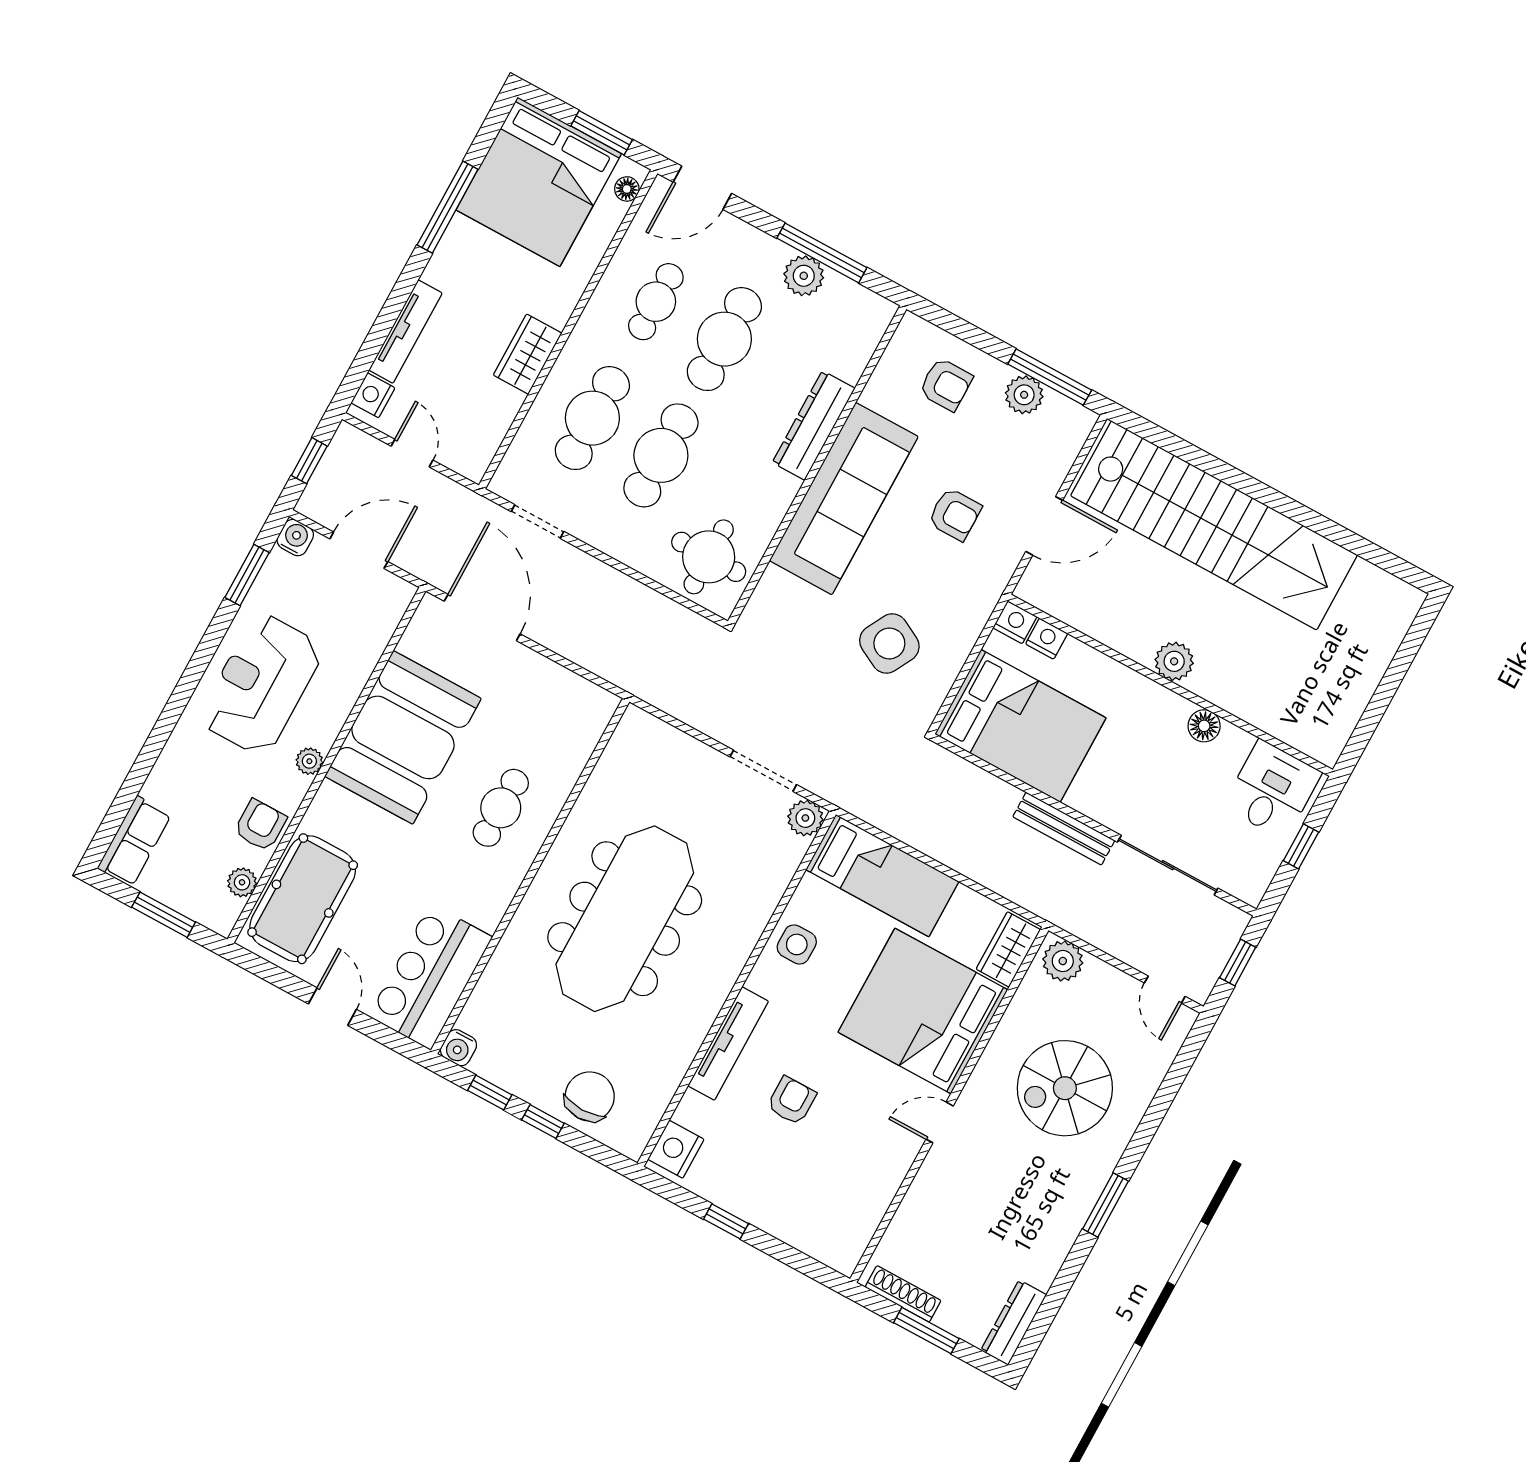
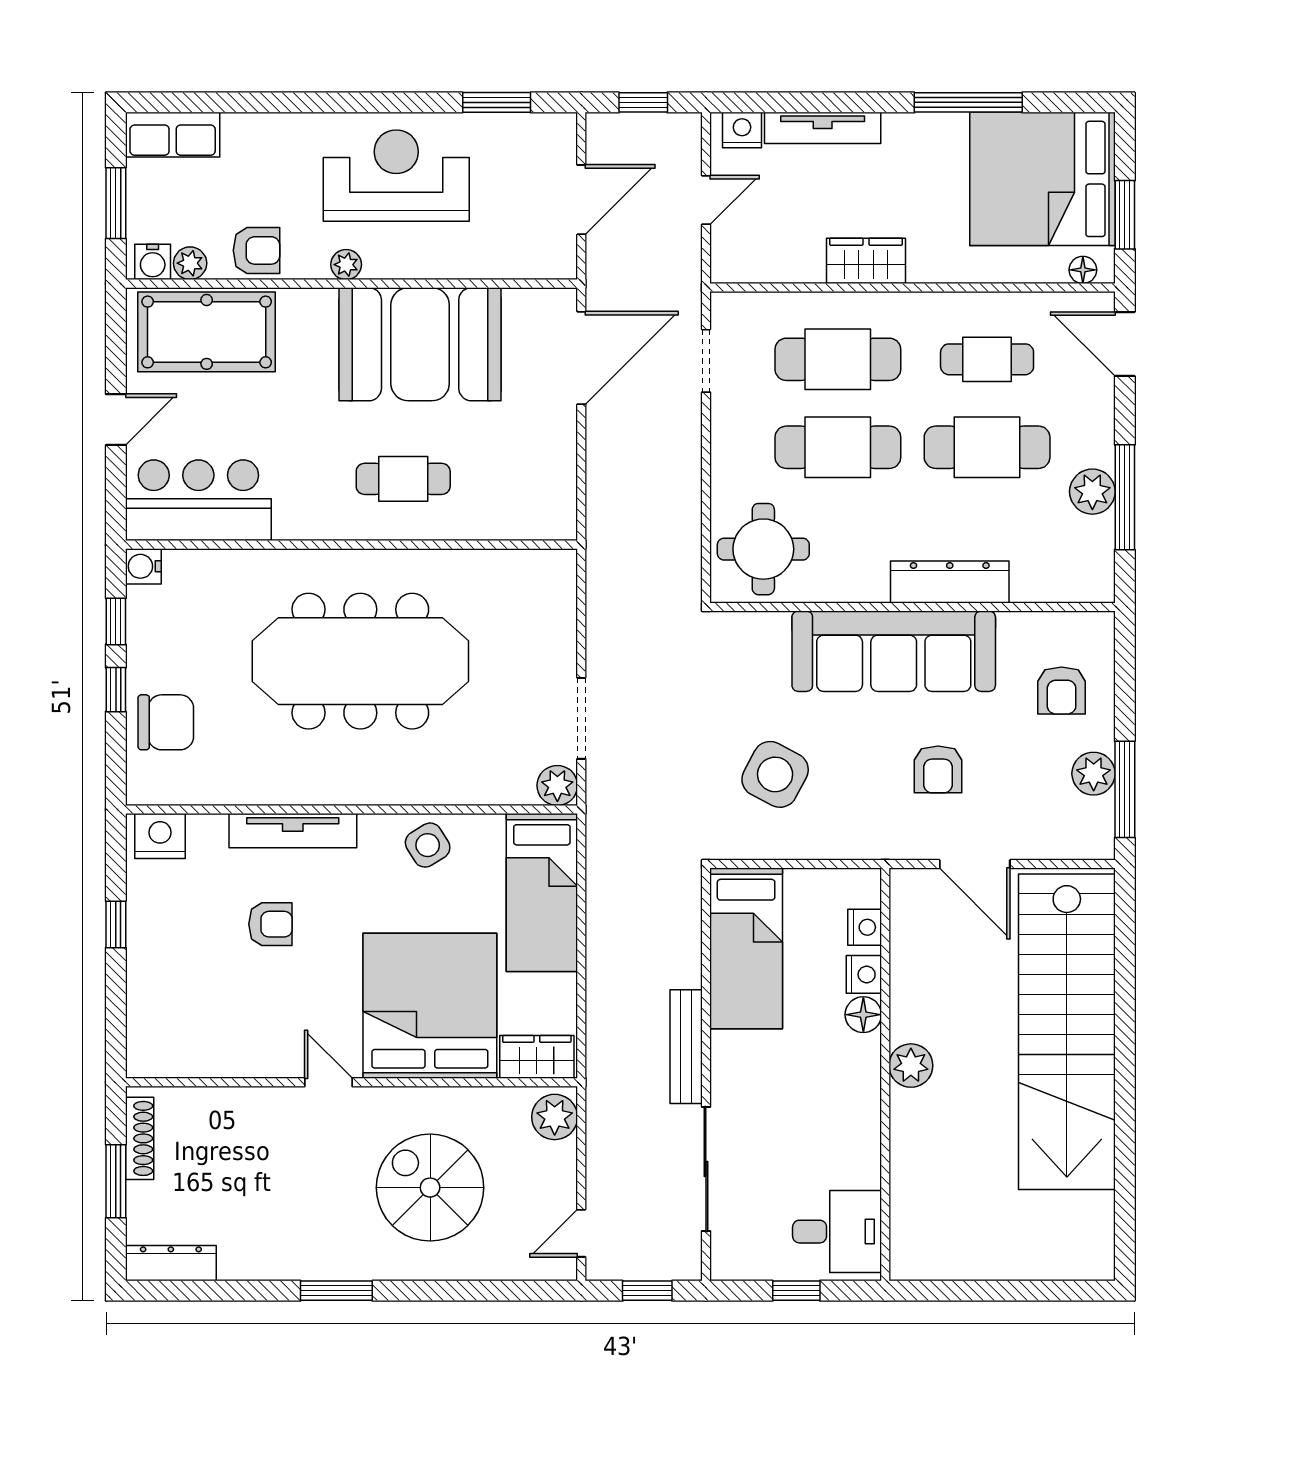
water cooler: (295, 538) -> (153, 262), moved, turned 90
door: (359, 550) -> (581, 200), hinge flipped
nightstand: (1015, 622) -> (864, 974), moved
bed: (1020, 726) -> (746, 948), width x0.67
floor lamp: (1204, 726) -> (863, 1015), moved
side table: (797, 944) -> (428, 845), turned -32

